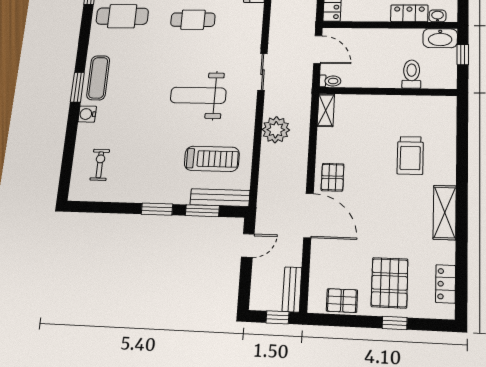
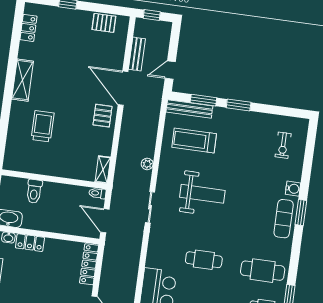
plant: (276, 130) -> (147, 164), width x0.53, depth x0.53
pallet: (390, 283) -> (68, 32), removed
bench: (292, 289) -> (137, 54), moved

